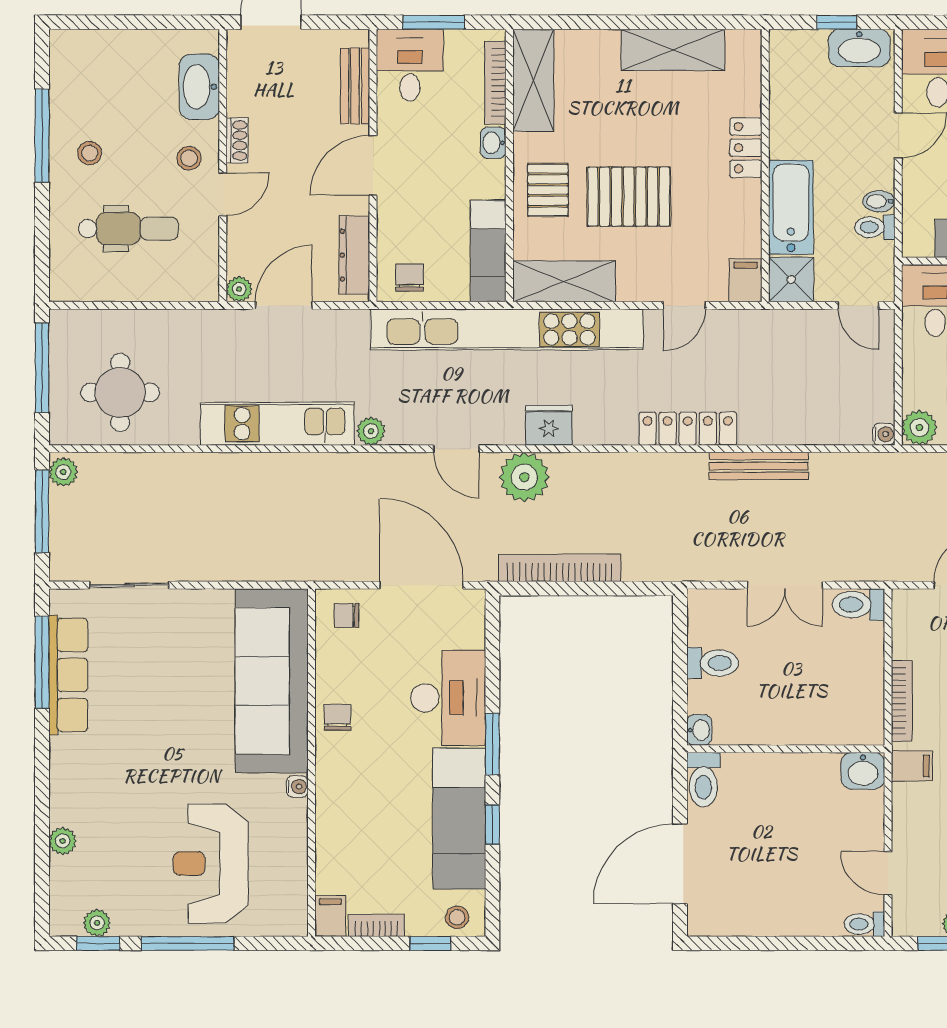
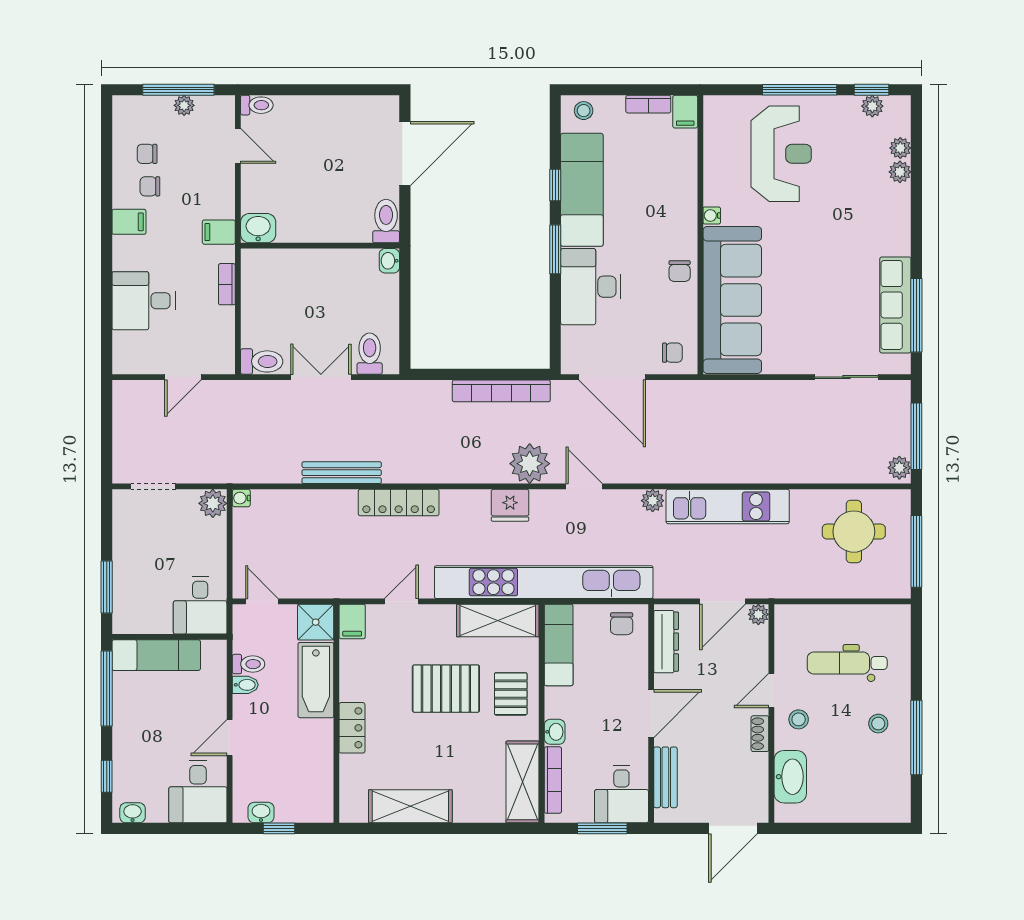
washbasin: (859, 48) -> (261, 813), width x0.52, depth x0.69
toilet: (713, 663) -> (370, 354), moved, turned 90
bookcase: (902, 701) -> (227, 284), width x0.64
plant: (62, 871) -> (900, 148), added
window: (430, 943) -> (605, 90), removed

